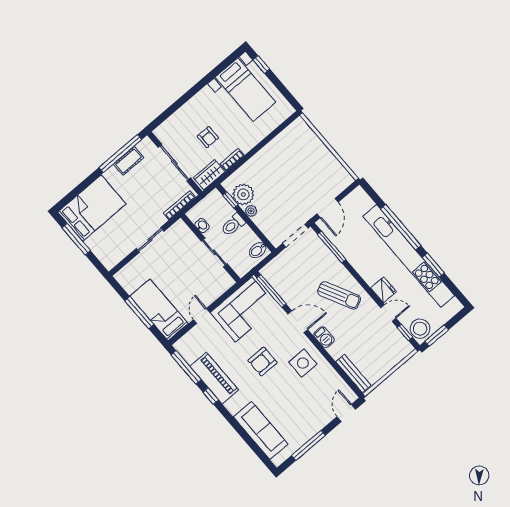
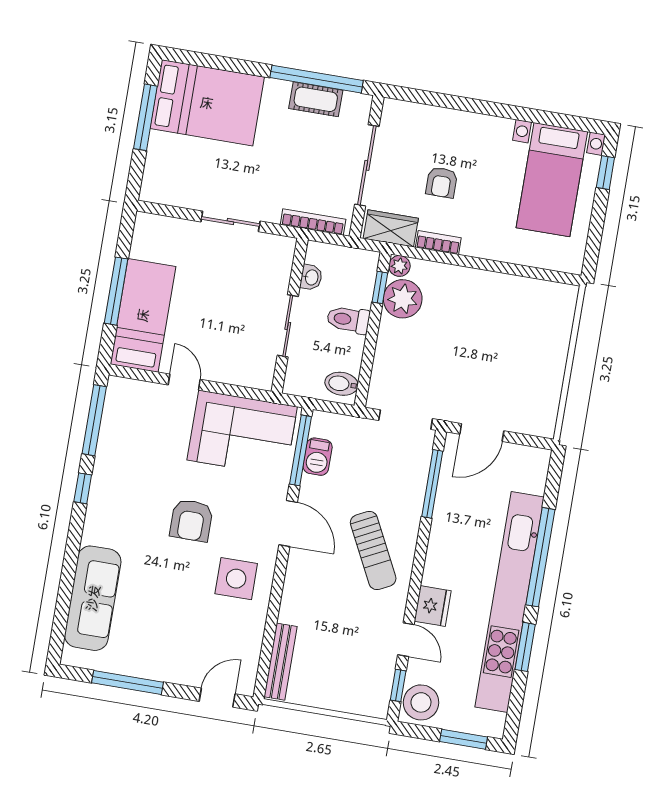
plant: (251, 211) -> (399, 266), moved
door: (202, 316) -> (184, 382), hinge flipped
window: (437, 336) -> (464, 739), moved
barbecue: (324, 337) -> (318, 457), moved
armchair: (262, 362) -> (191, 520), turned -90
piano: (214, 378) -> (112, 472), removed

